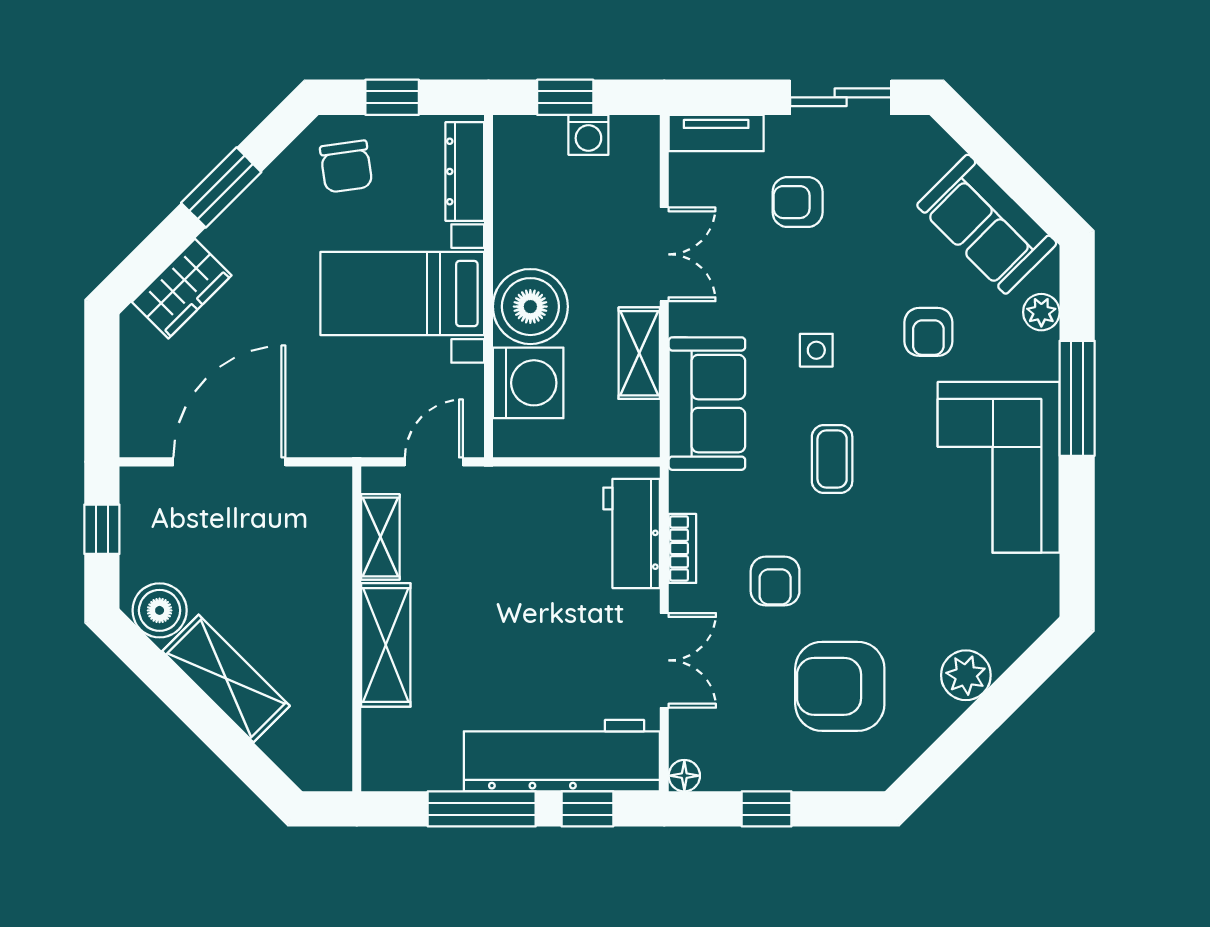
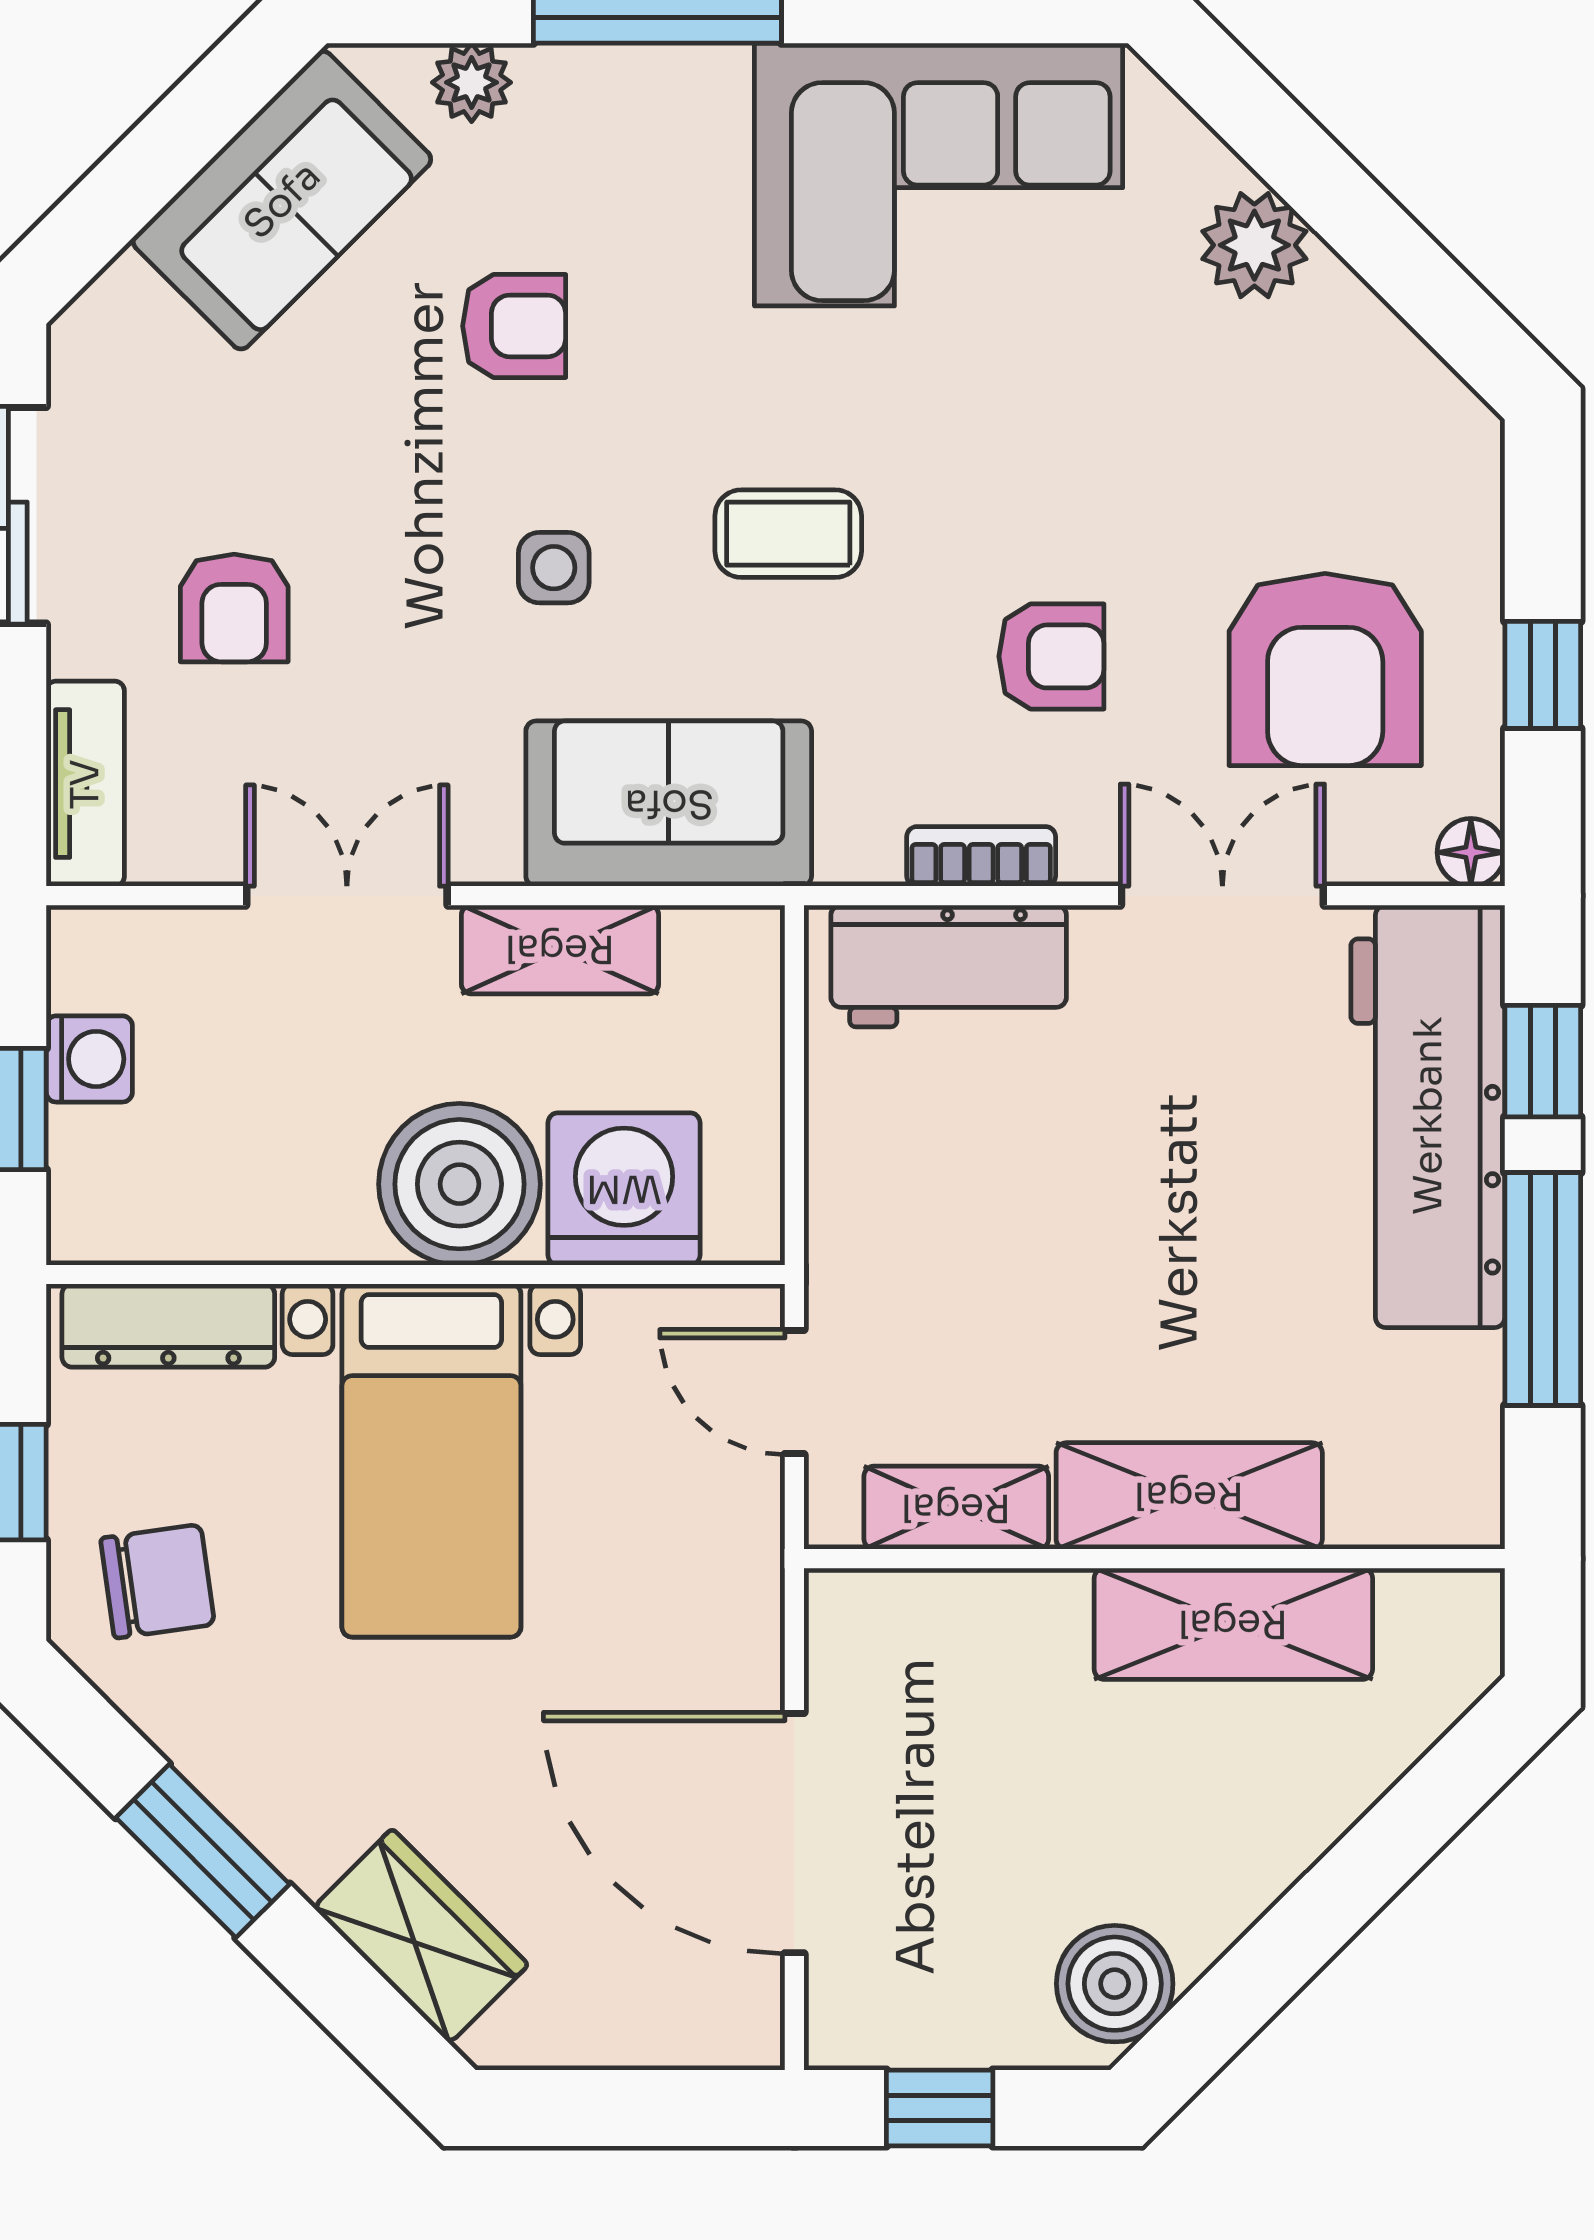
corner sofa: (999, 467) -> (939, 175), moved
shelving: (226, 679) -> (1233, 1624), moved, turned 45
armchair: (840, 686) -> (1325, 670), moved

